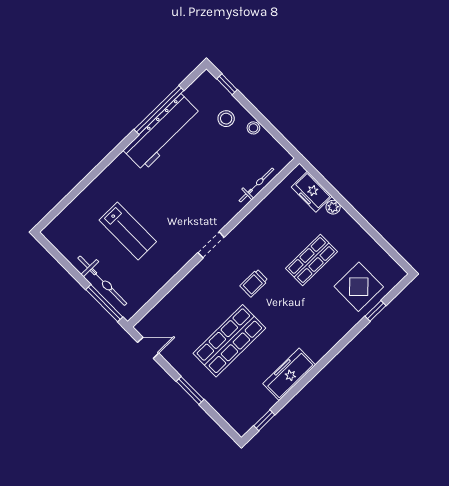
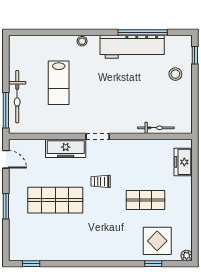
stool: (253, 128) -> (82, 41), moved
plant: (333, 207) -> (187, 255), moved
freezer: (289, 374) -> (66, 148), moved, turned 180

